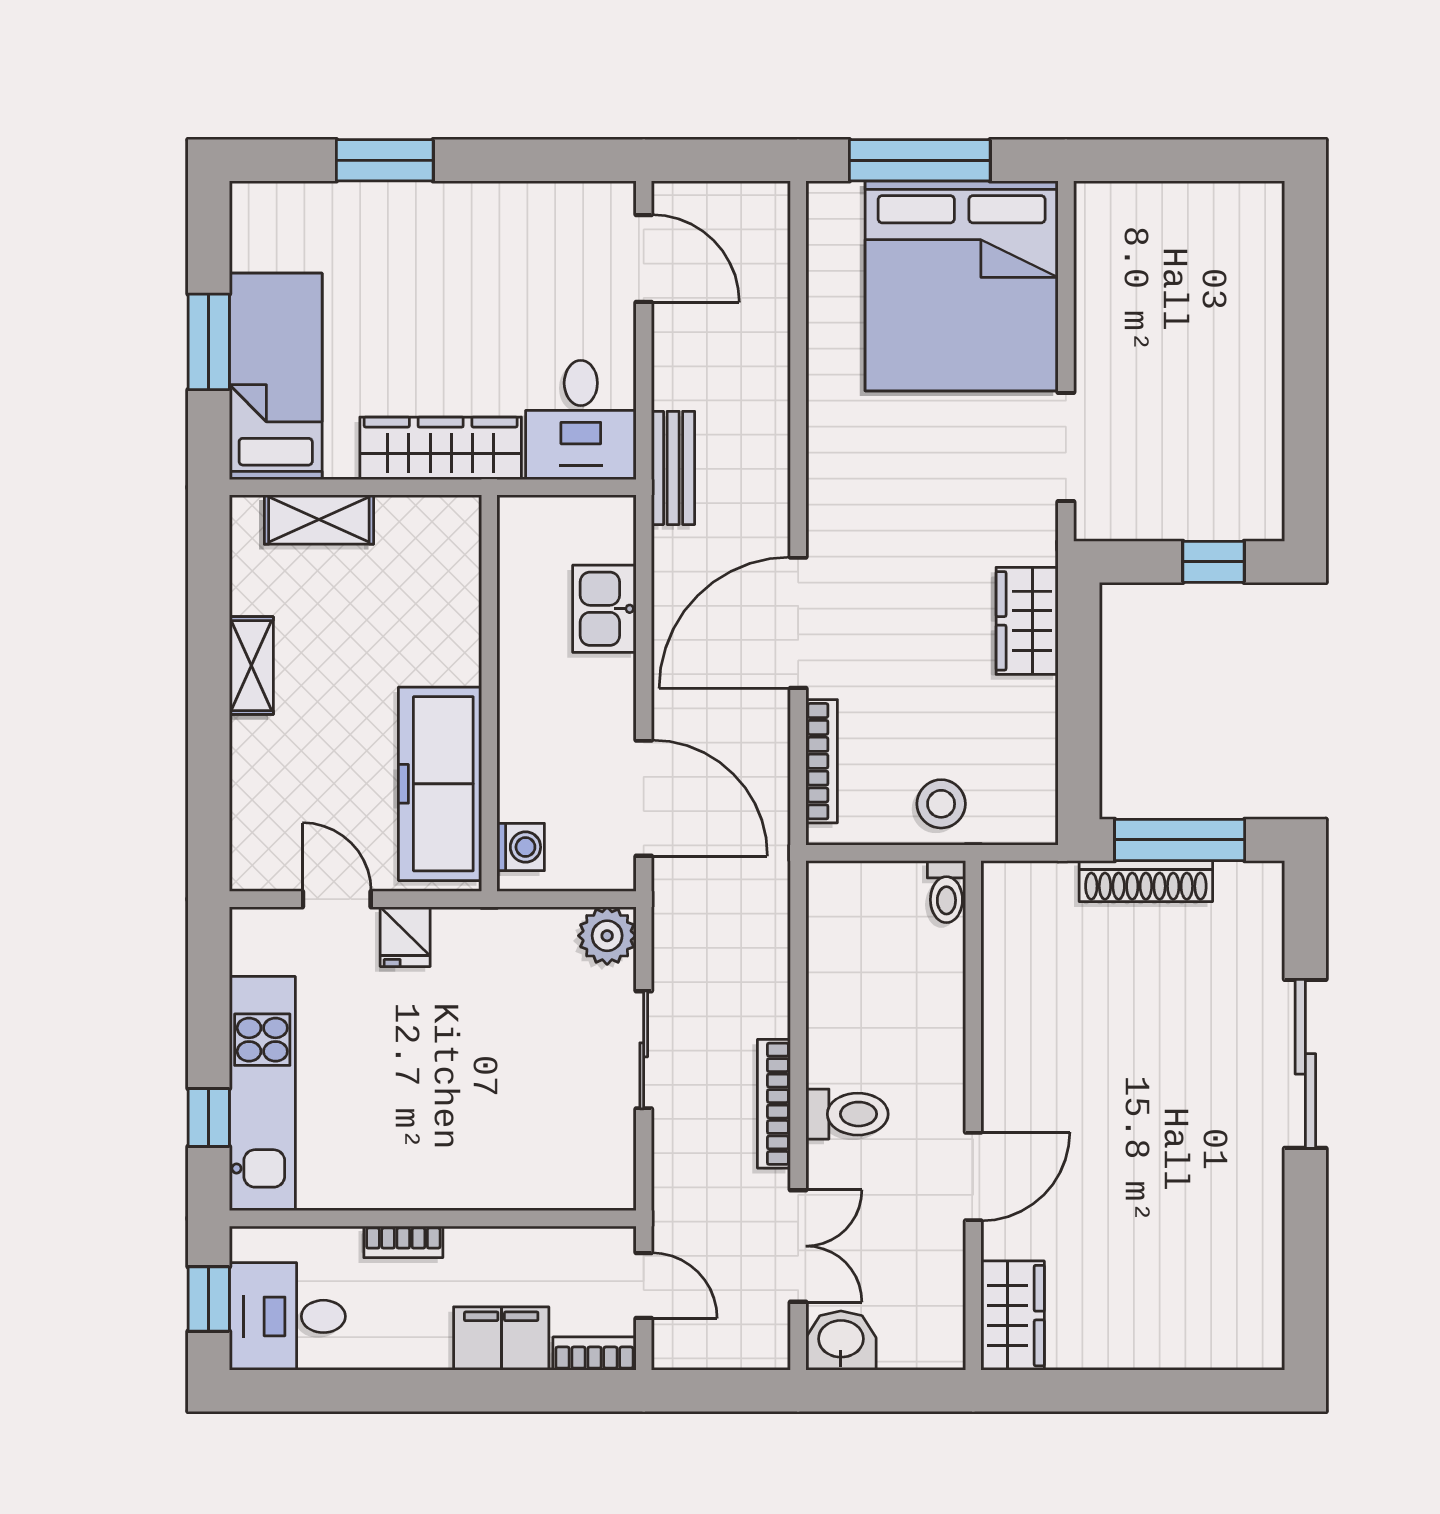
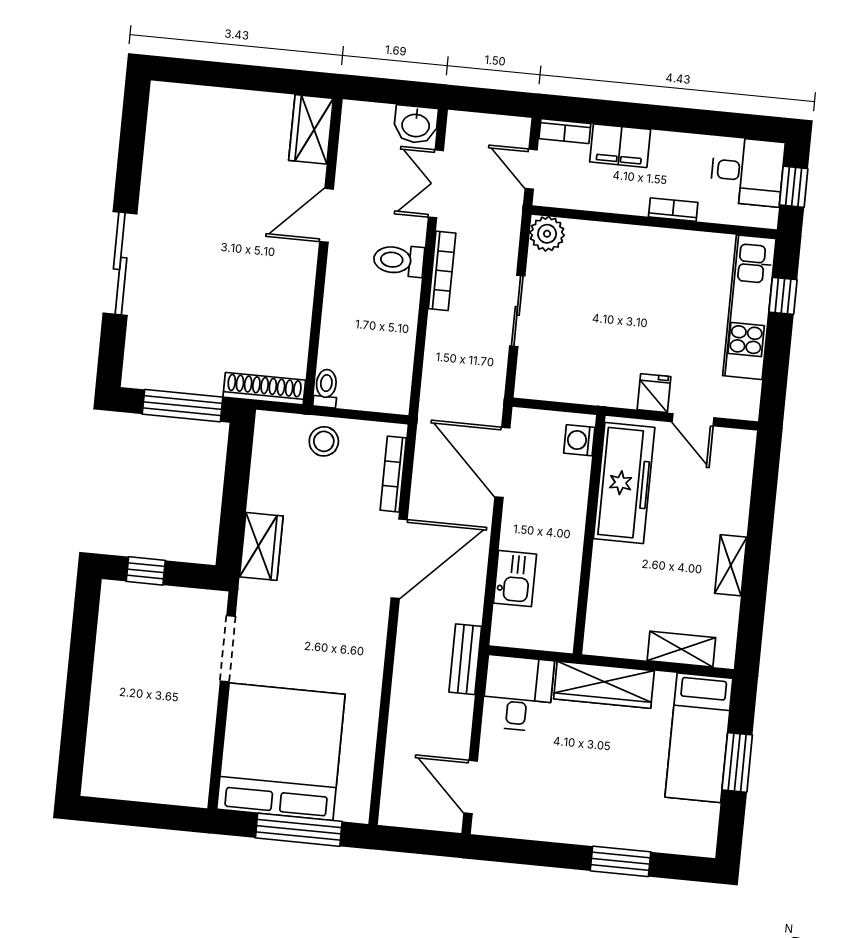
shoe rack: (1146, 881) -> (264, 389), moved
plant: (607, 936) -> (547, 234), moved

